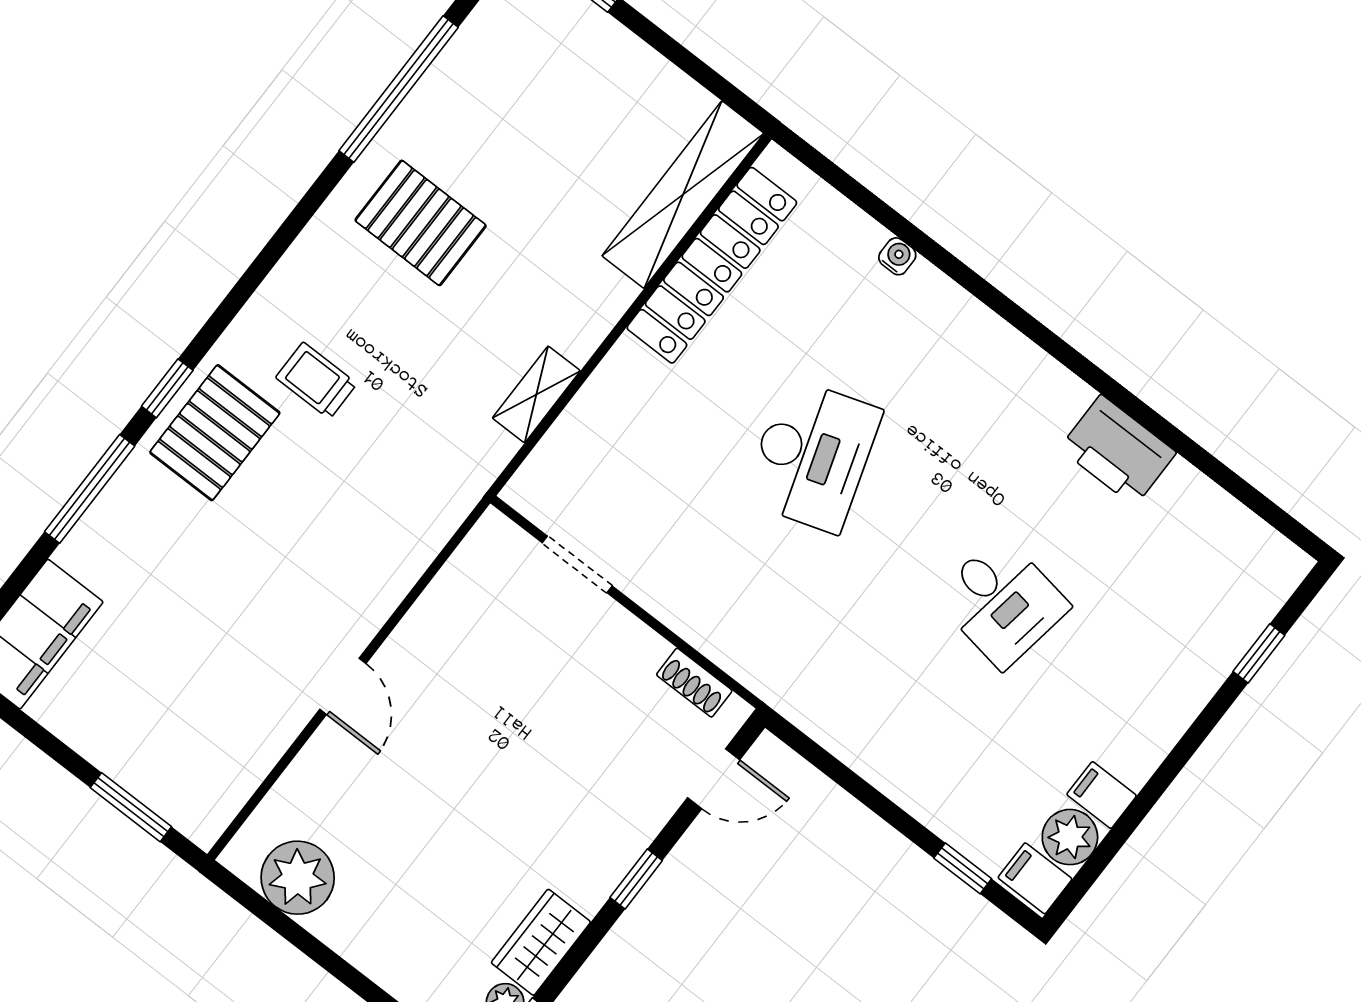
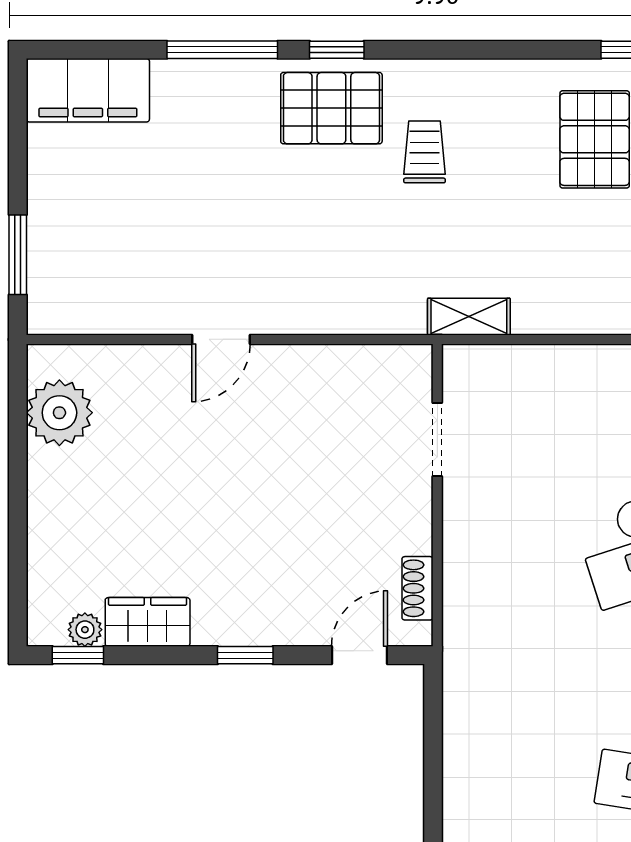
shelving: (536, 394) -> (469, 317), moved
door: (714, 779) -> (359, 655), swing flipped

